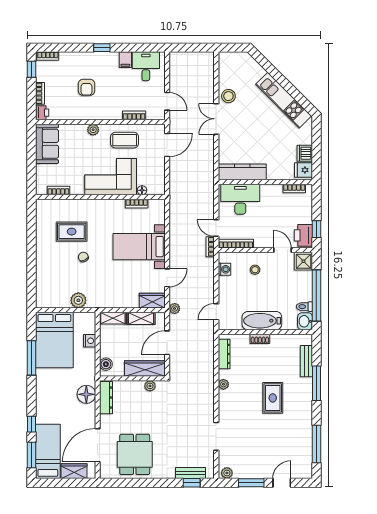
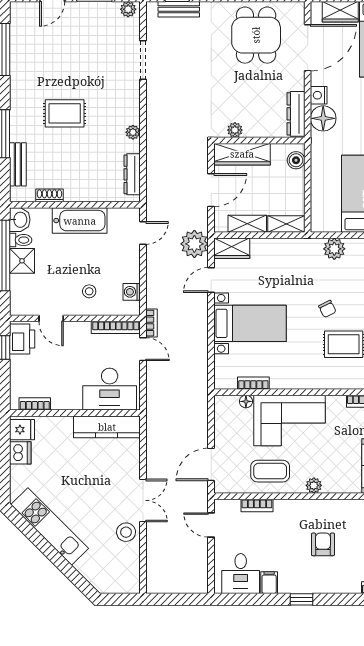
shower: (303, 261) -> (22, 261), moved
plant: (175, 309) -> (194, 244), width x1.88, depth x1.88
shoe rack: (260, 339) -> (49, 195), moved
nightstand: (90, 341) -> (319, 95), moved
rug: (273, 398) -> (65, 113), turned 90

